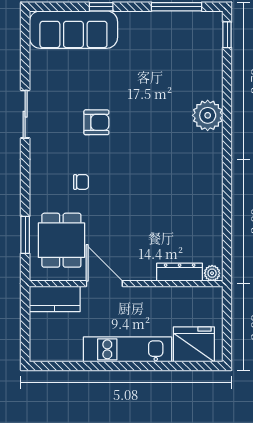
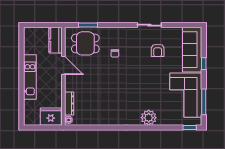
corner sofa: (163, 42) -> (186, 95), added
armchair: (96, 122) -> (158, 50), moved
door: (104, 284) -> (63, 65), hinge flipped
fridge: (194, 344) -> (51, 117), moved, turned -90

